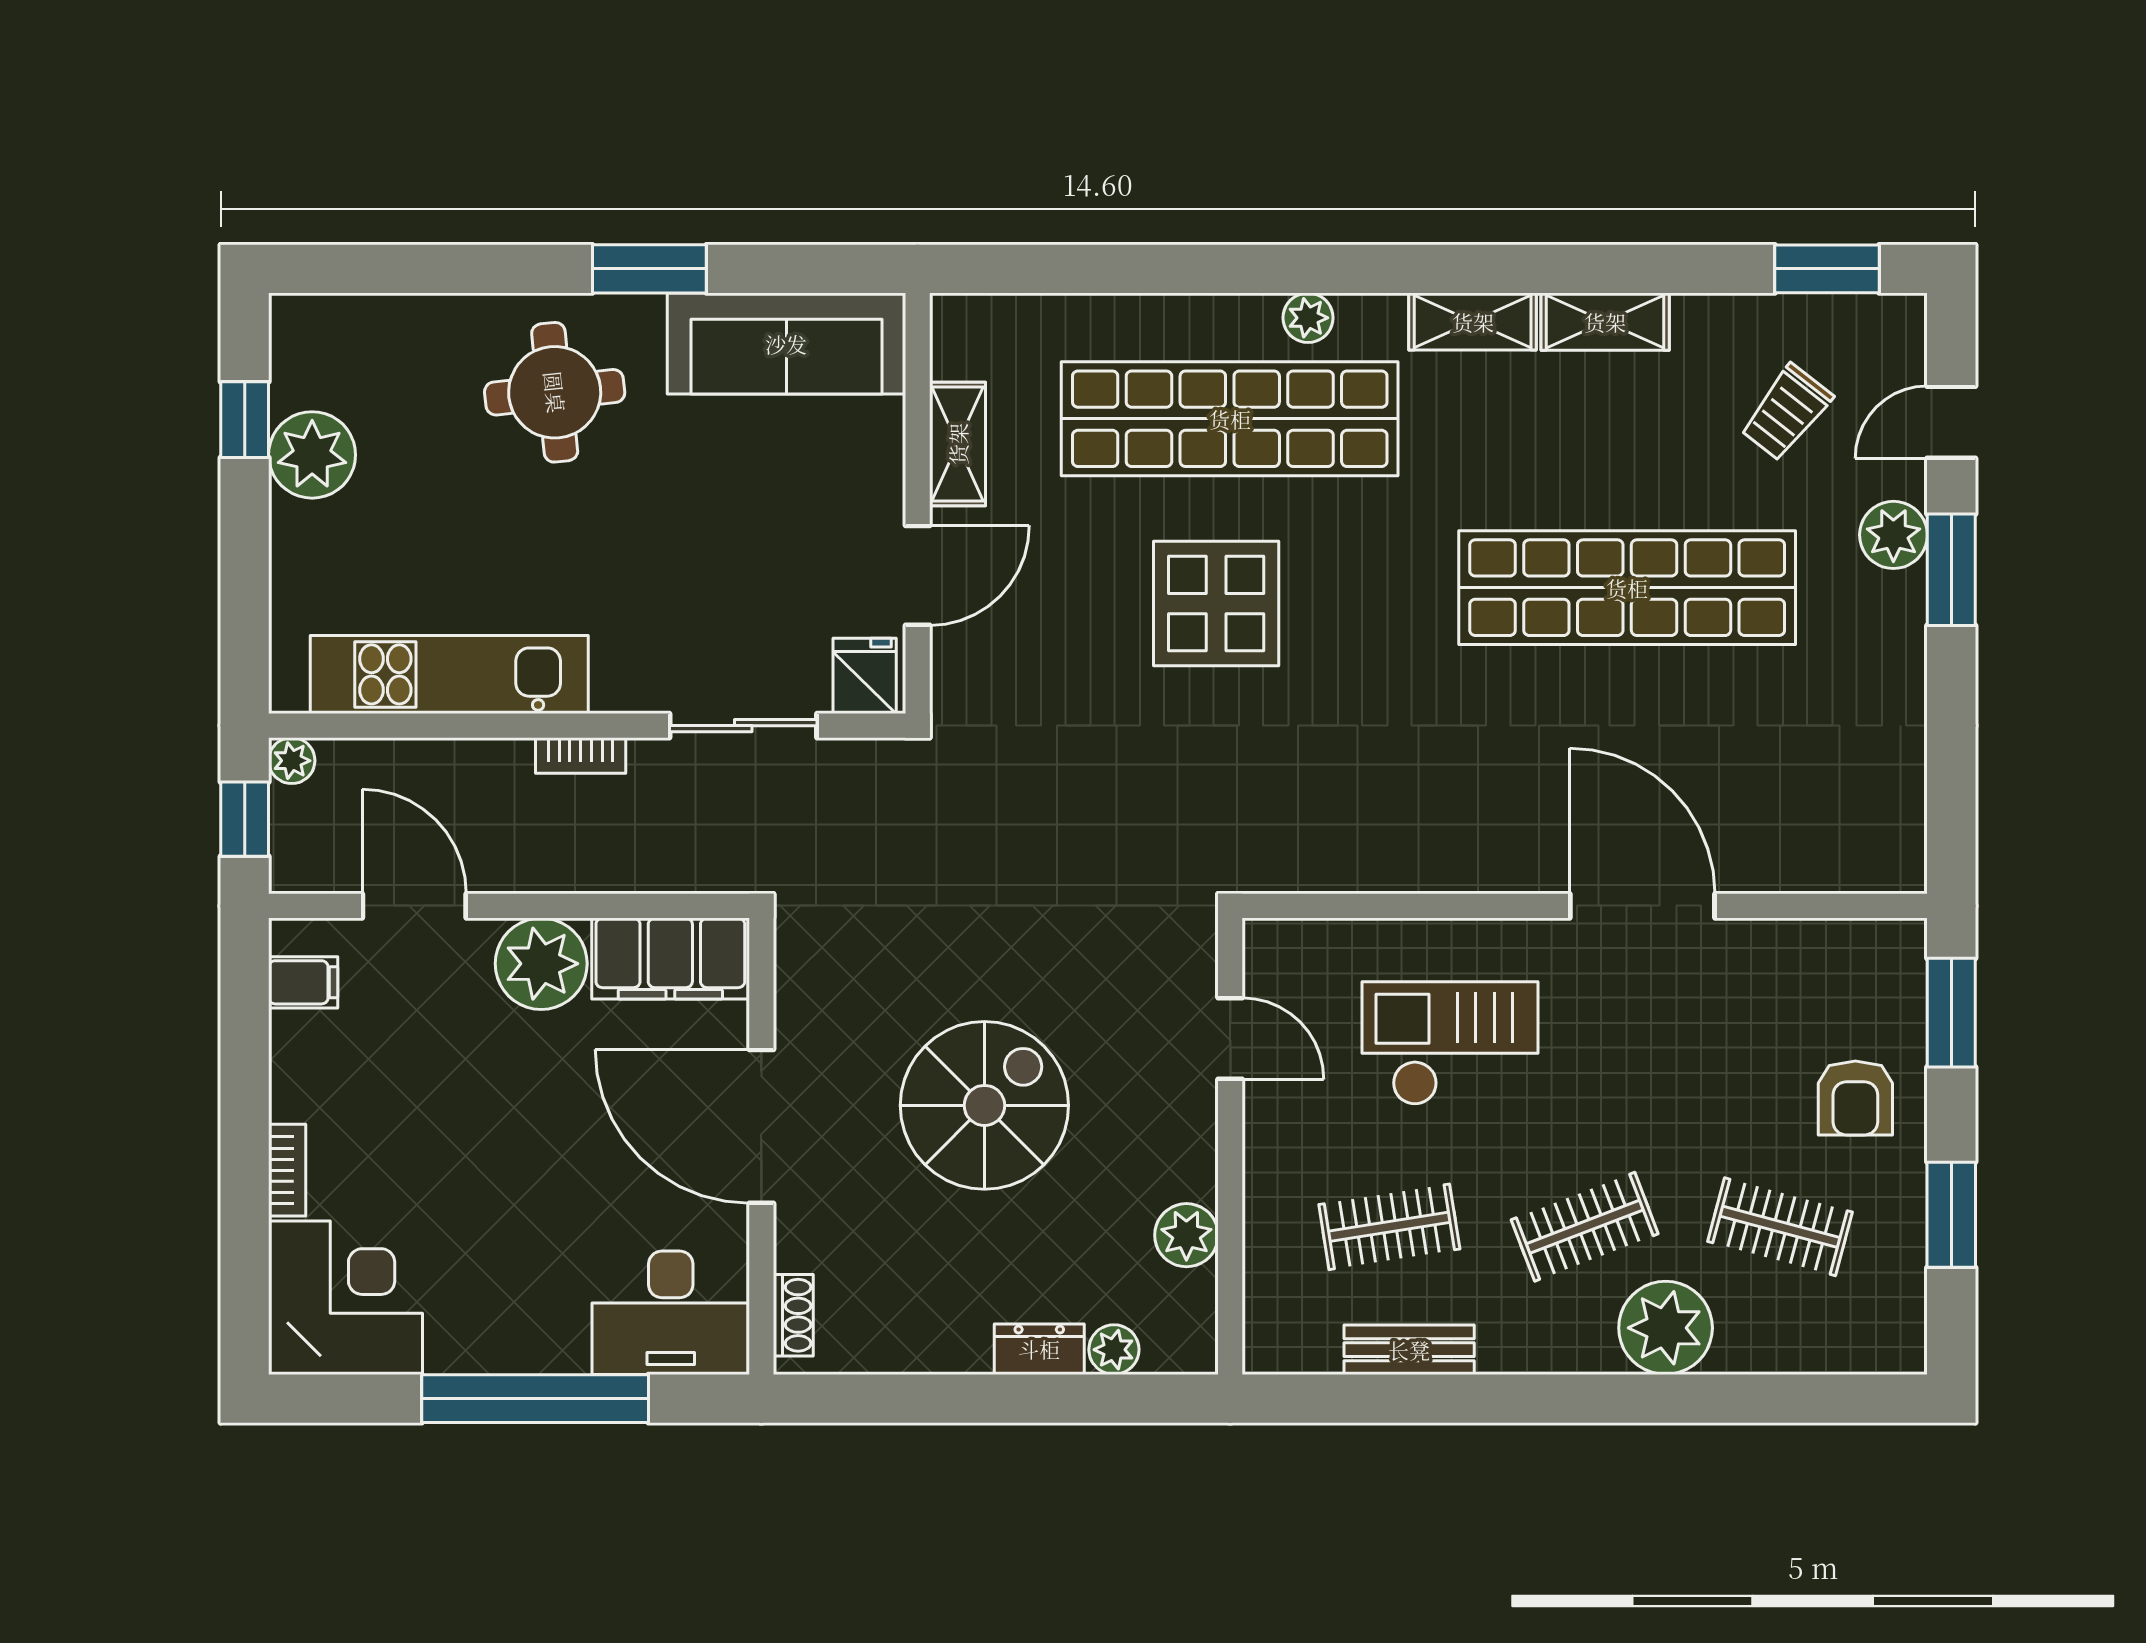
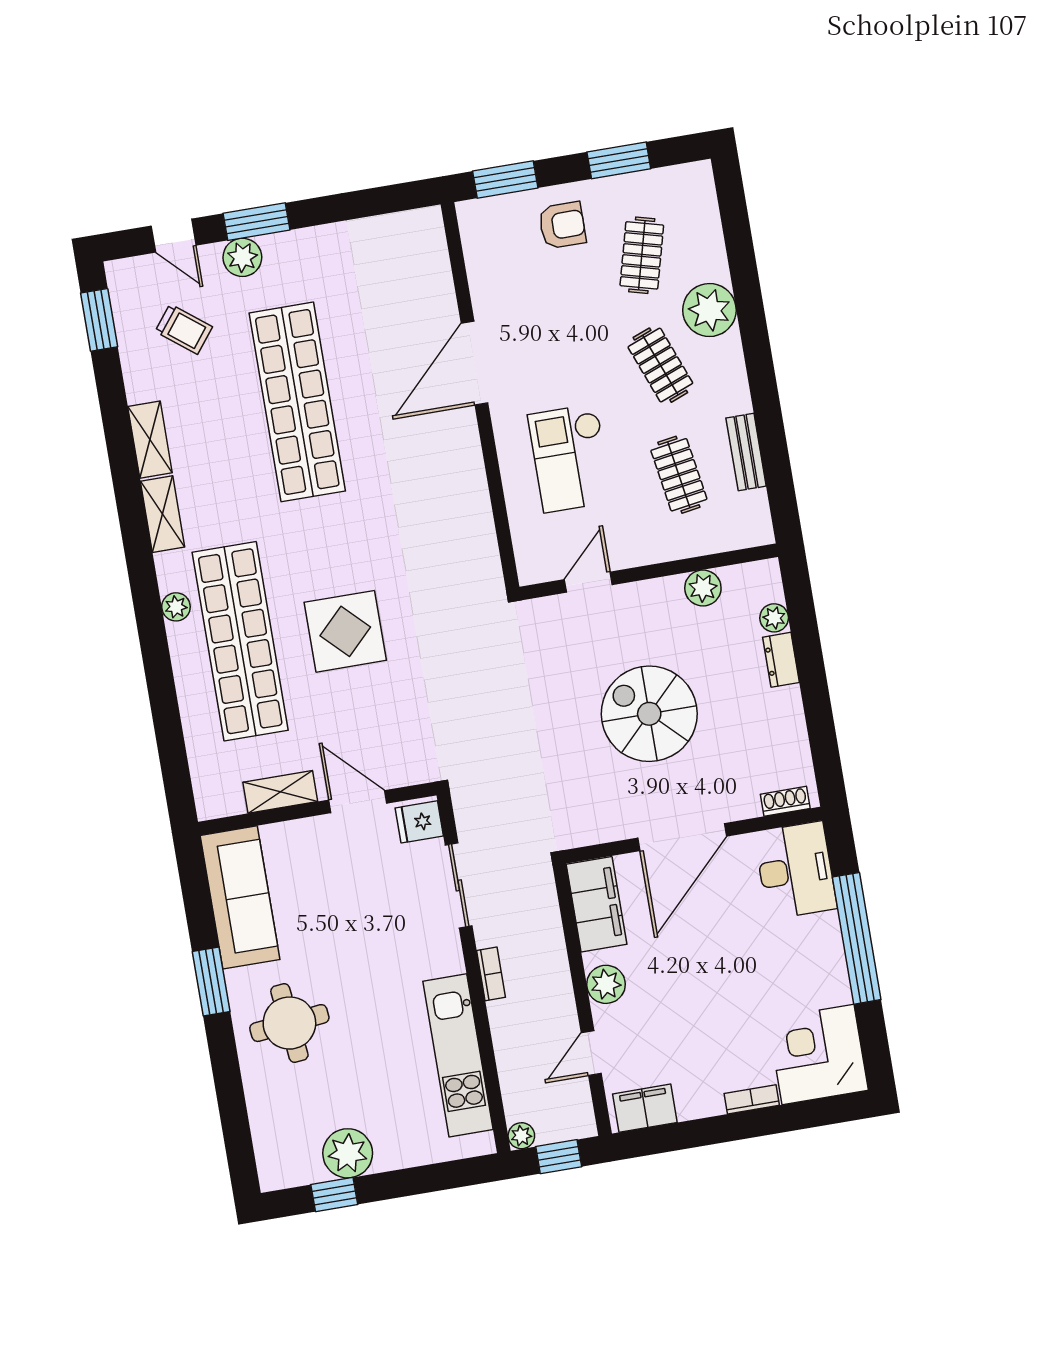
door: (414, 906) -> (591, 1053), width x0.73
plant: (541, 964) -> (606, 984), width x0.73, depth x0.73
filing cabinet: (303, 982) -> (645, 1108), width x2.00

